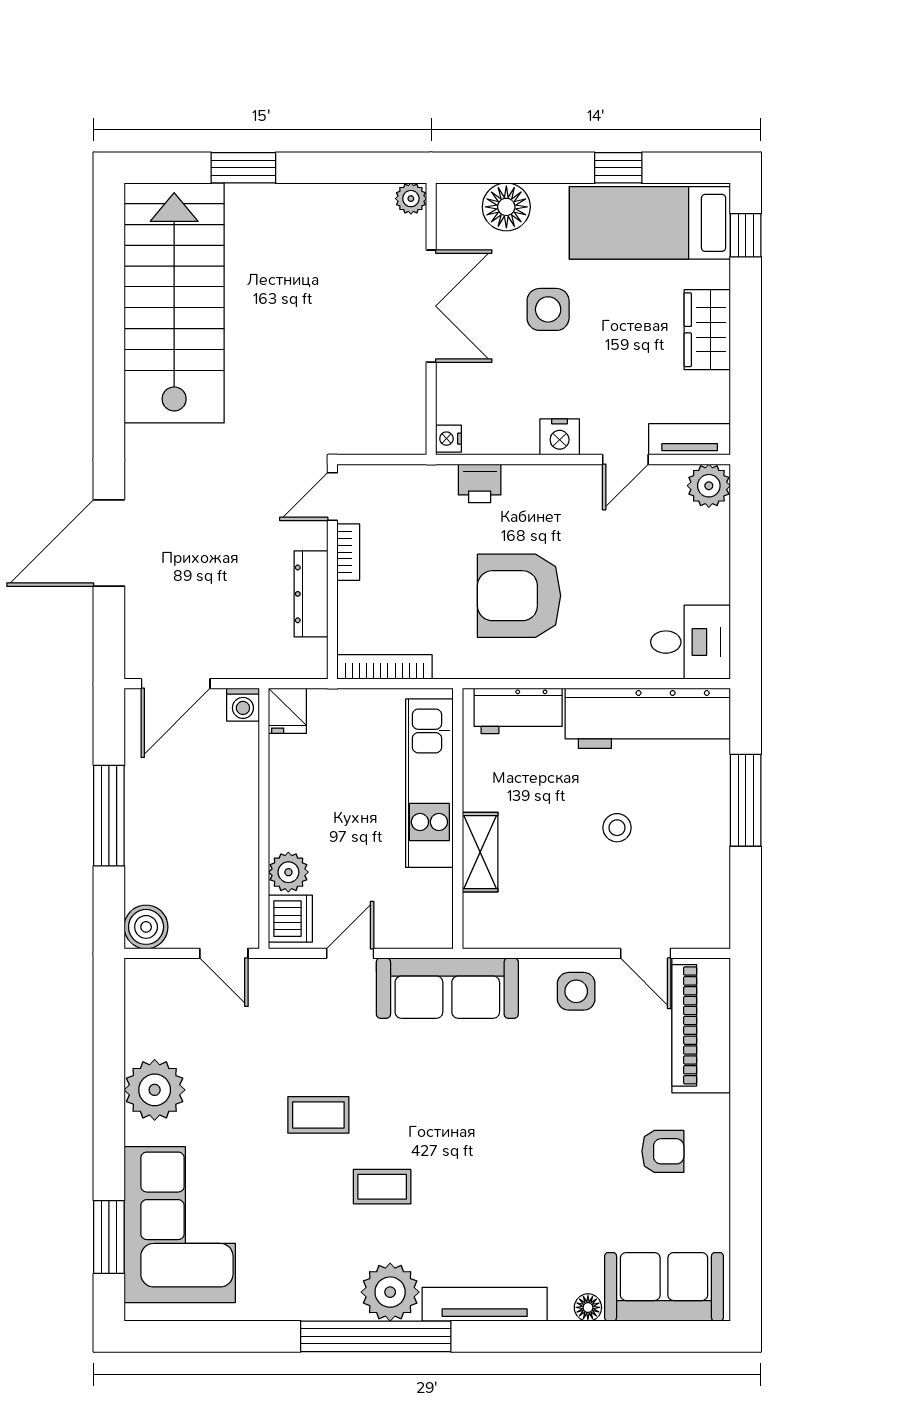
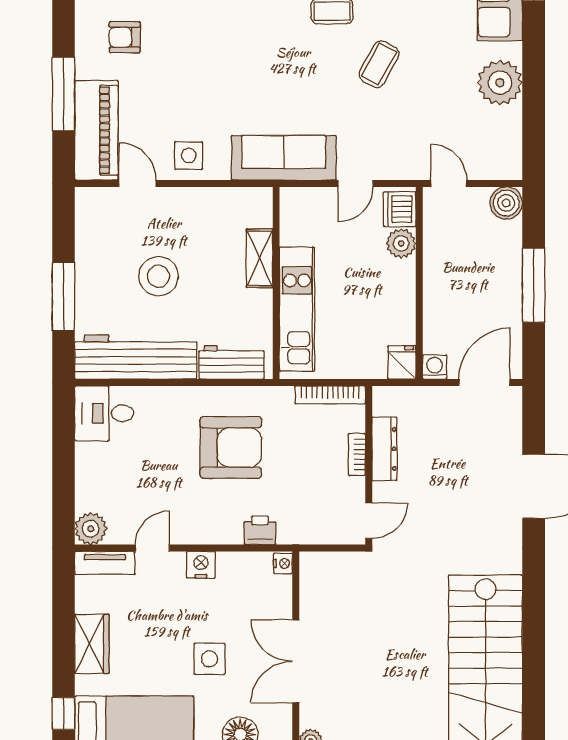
bookcase: (348, 552) -> (357, 454), moved
stool: (617, 828) -> (159, 276), width x1.89, depth x1.89
window: (746, 1075) -> (64, 94), added
coffee table: (318, 1115) -> (379, 64), turned -61

